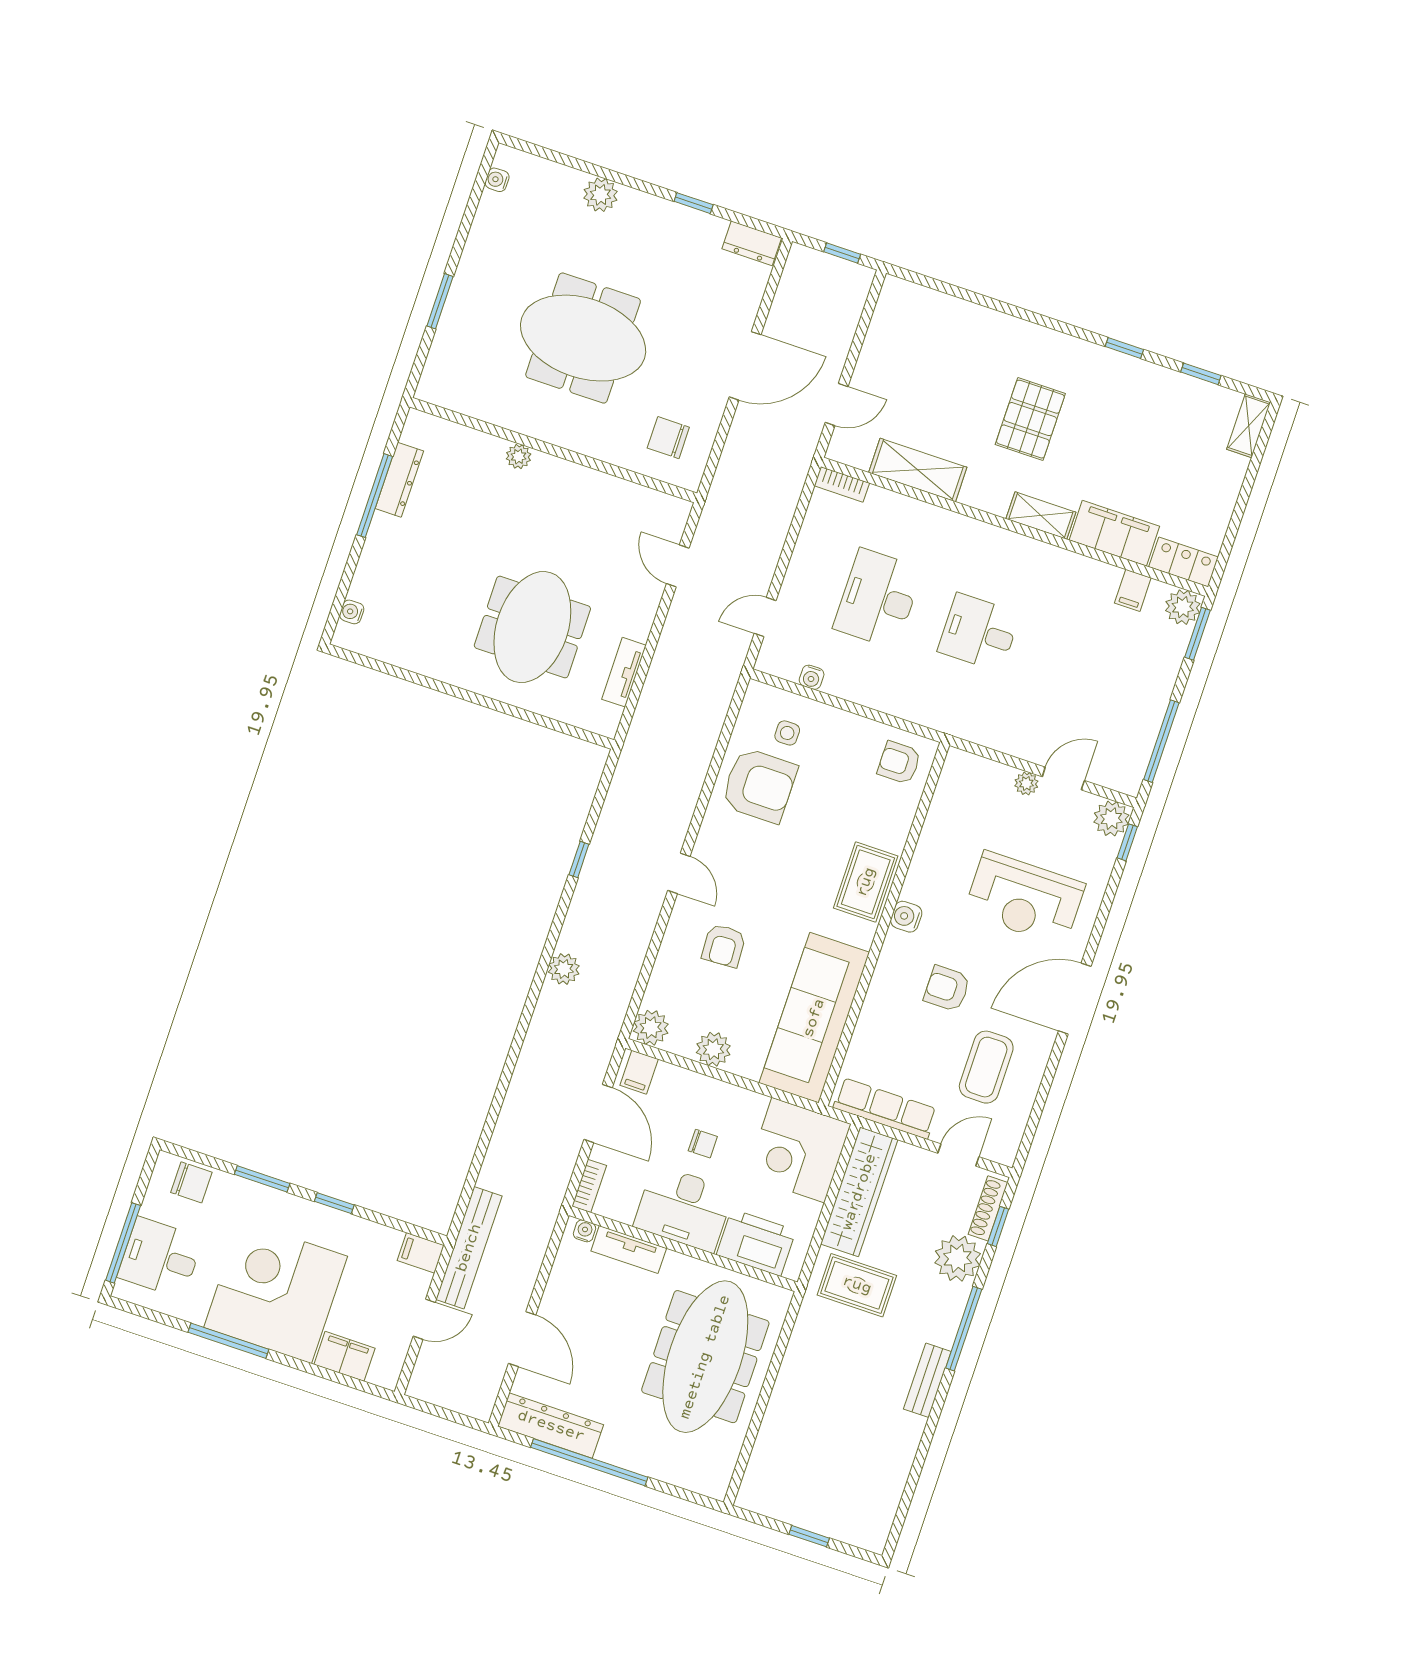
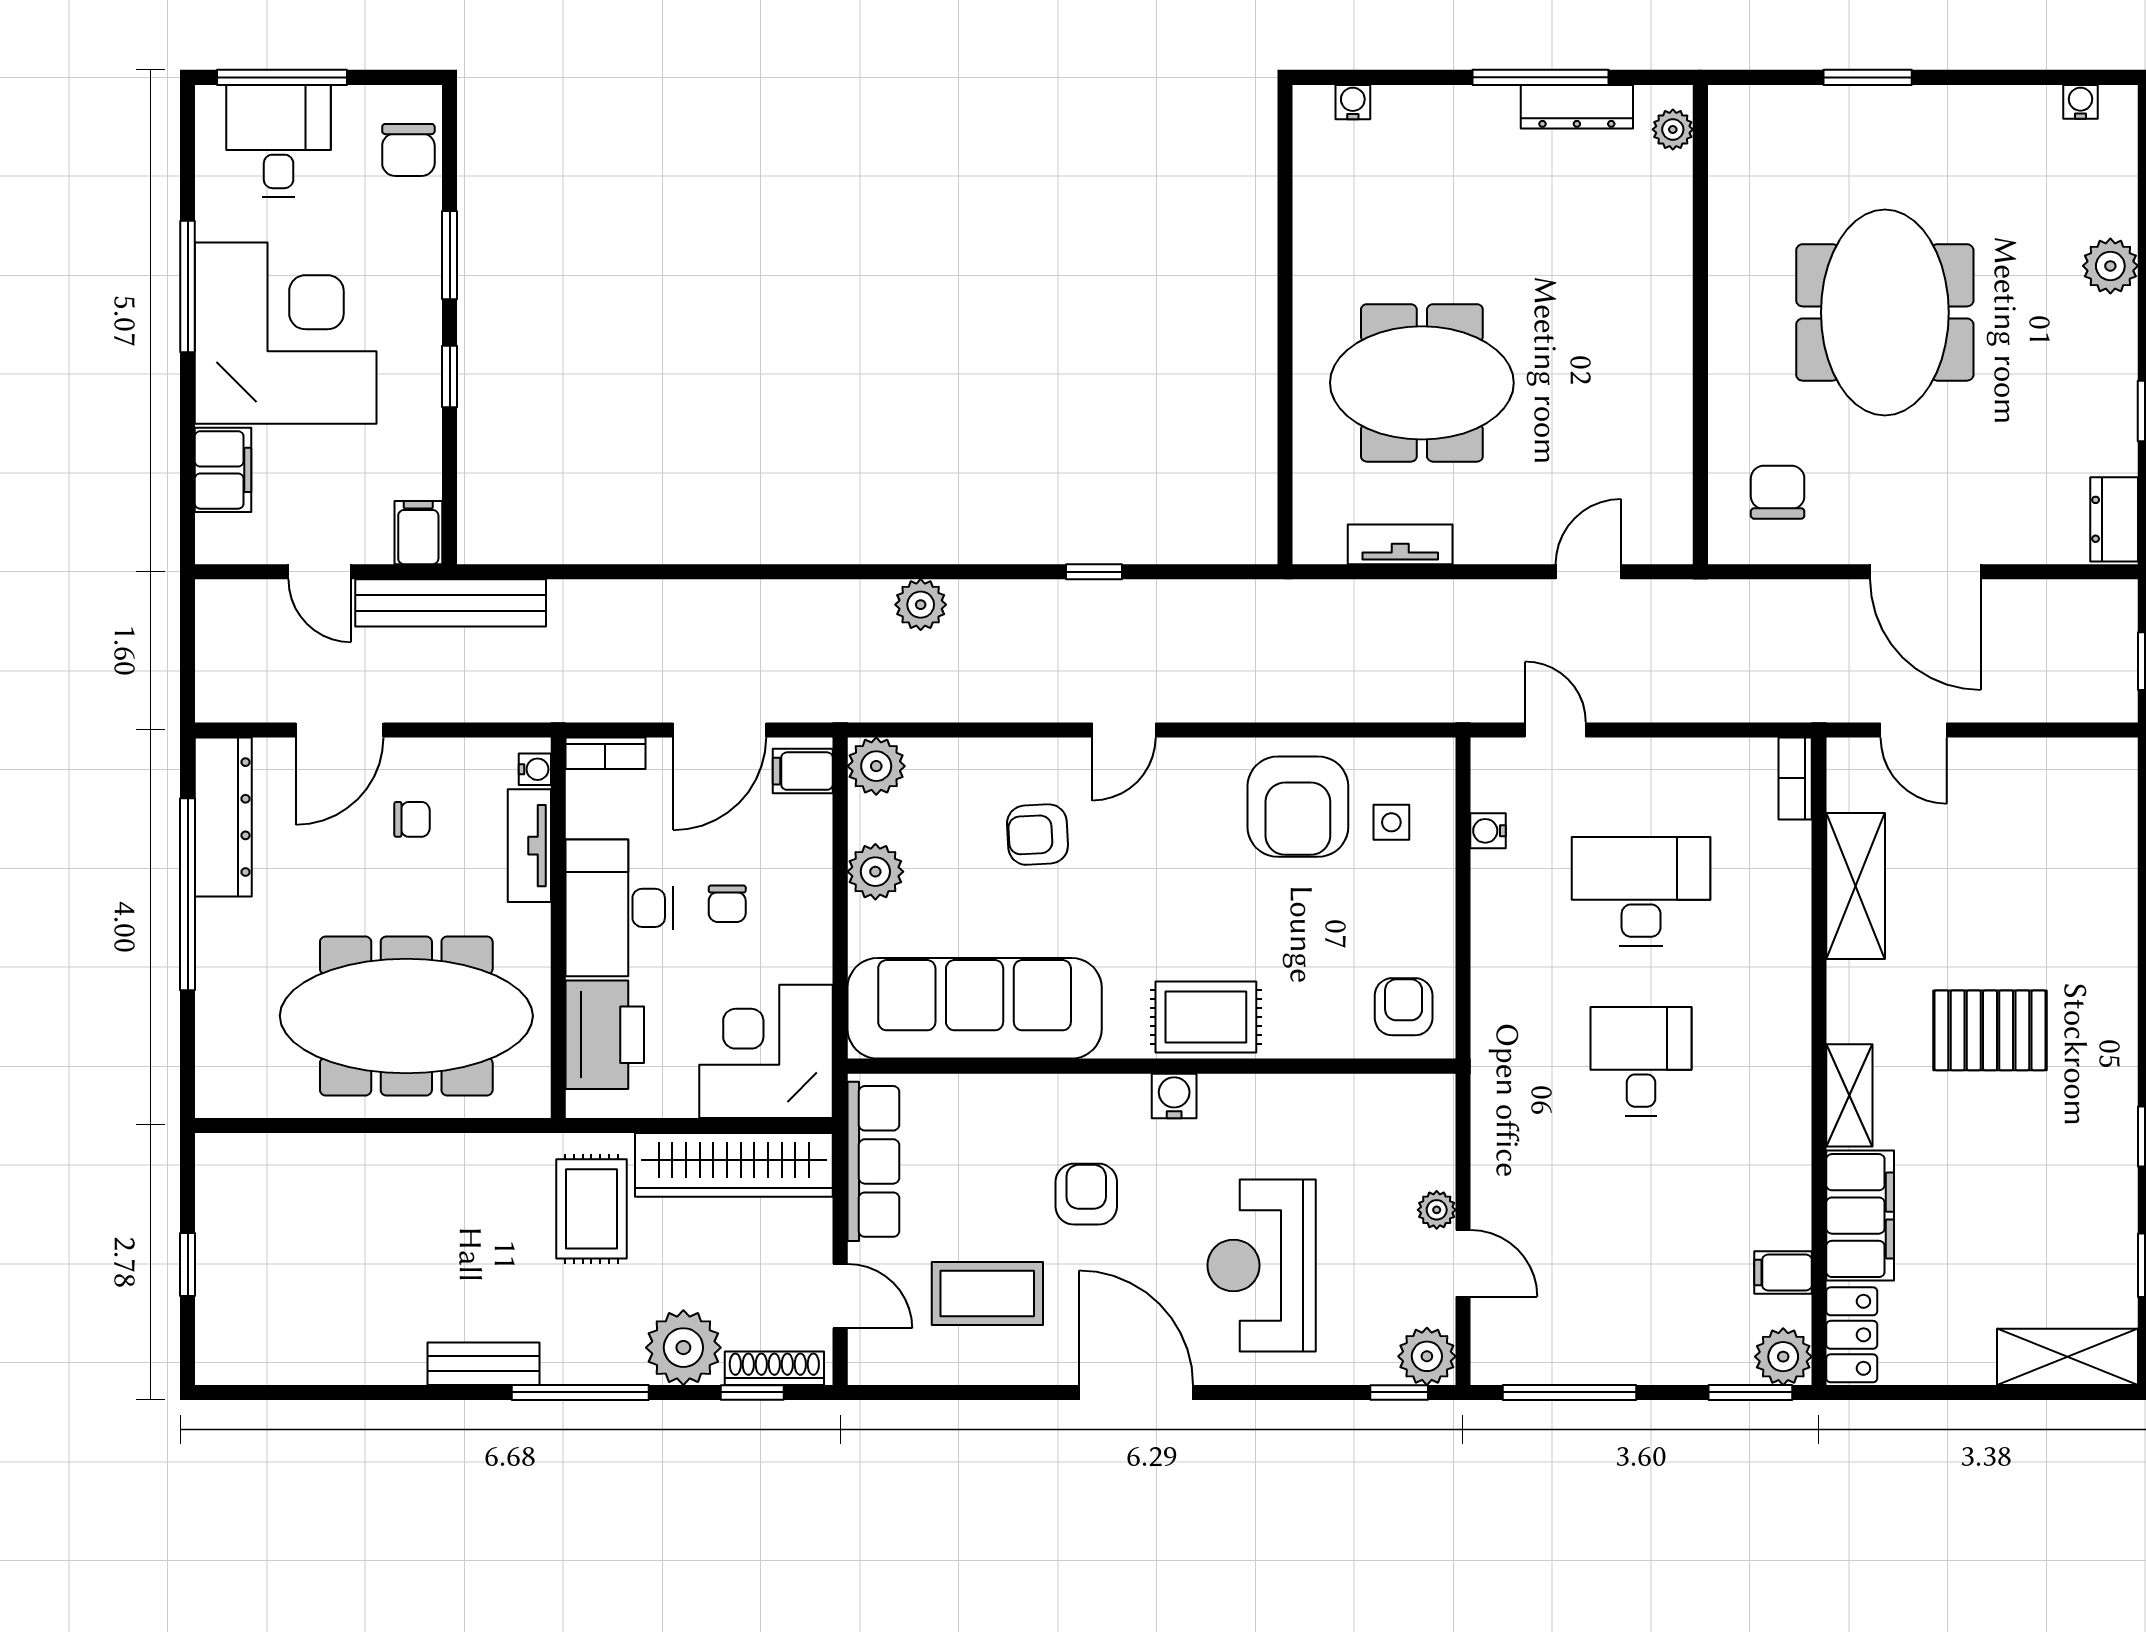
shelving: (1249, 426) -> (2067, 1357), width x1.50, depth x1.33
plant: (519, 456) -> (1673, 129), moved
chair: (590, 1314) -> (412, 819), added

